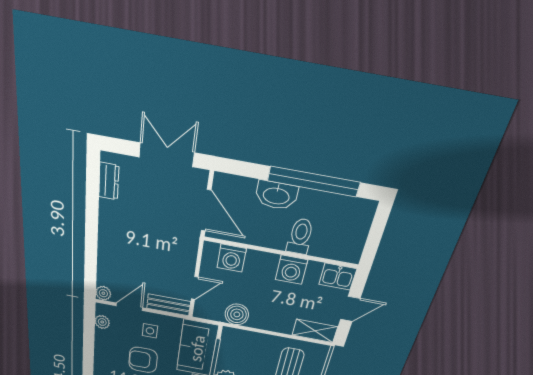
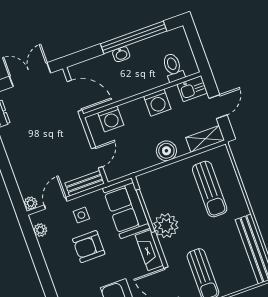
washbasin: (276, 195) -> (121, 54), width x0.52, depth x0.69
toilet: (300, 236) -> (173, 67), moved
boiler: (237, 314) -> (166, 151), moved

